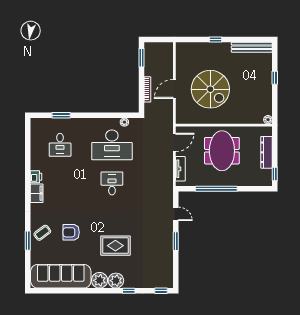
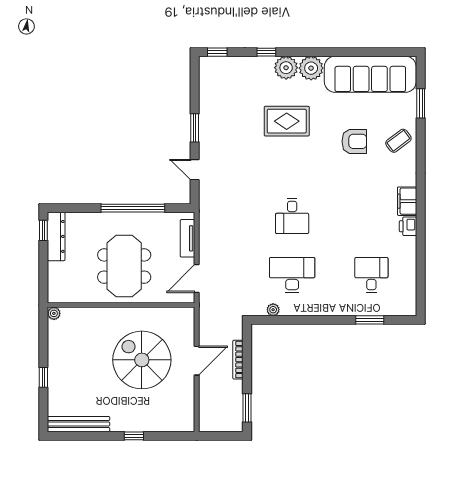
desk: (112, 145) -> (292, 275), width x0.73, depth x0.77
dresser: (266, 152) -> (56, 236), moved
window: (28, 241) -> (421, 103), moved

